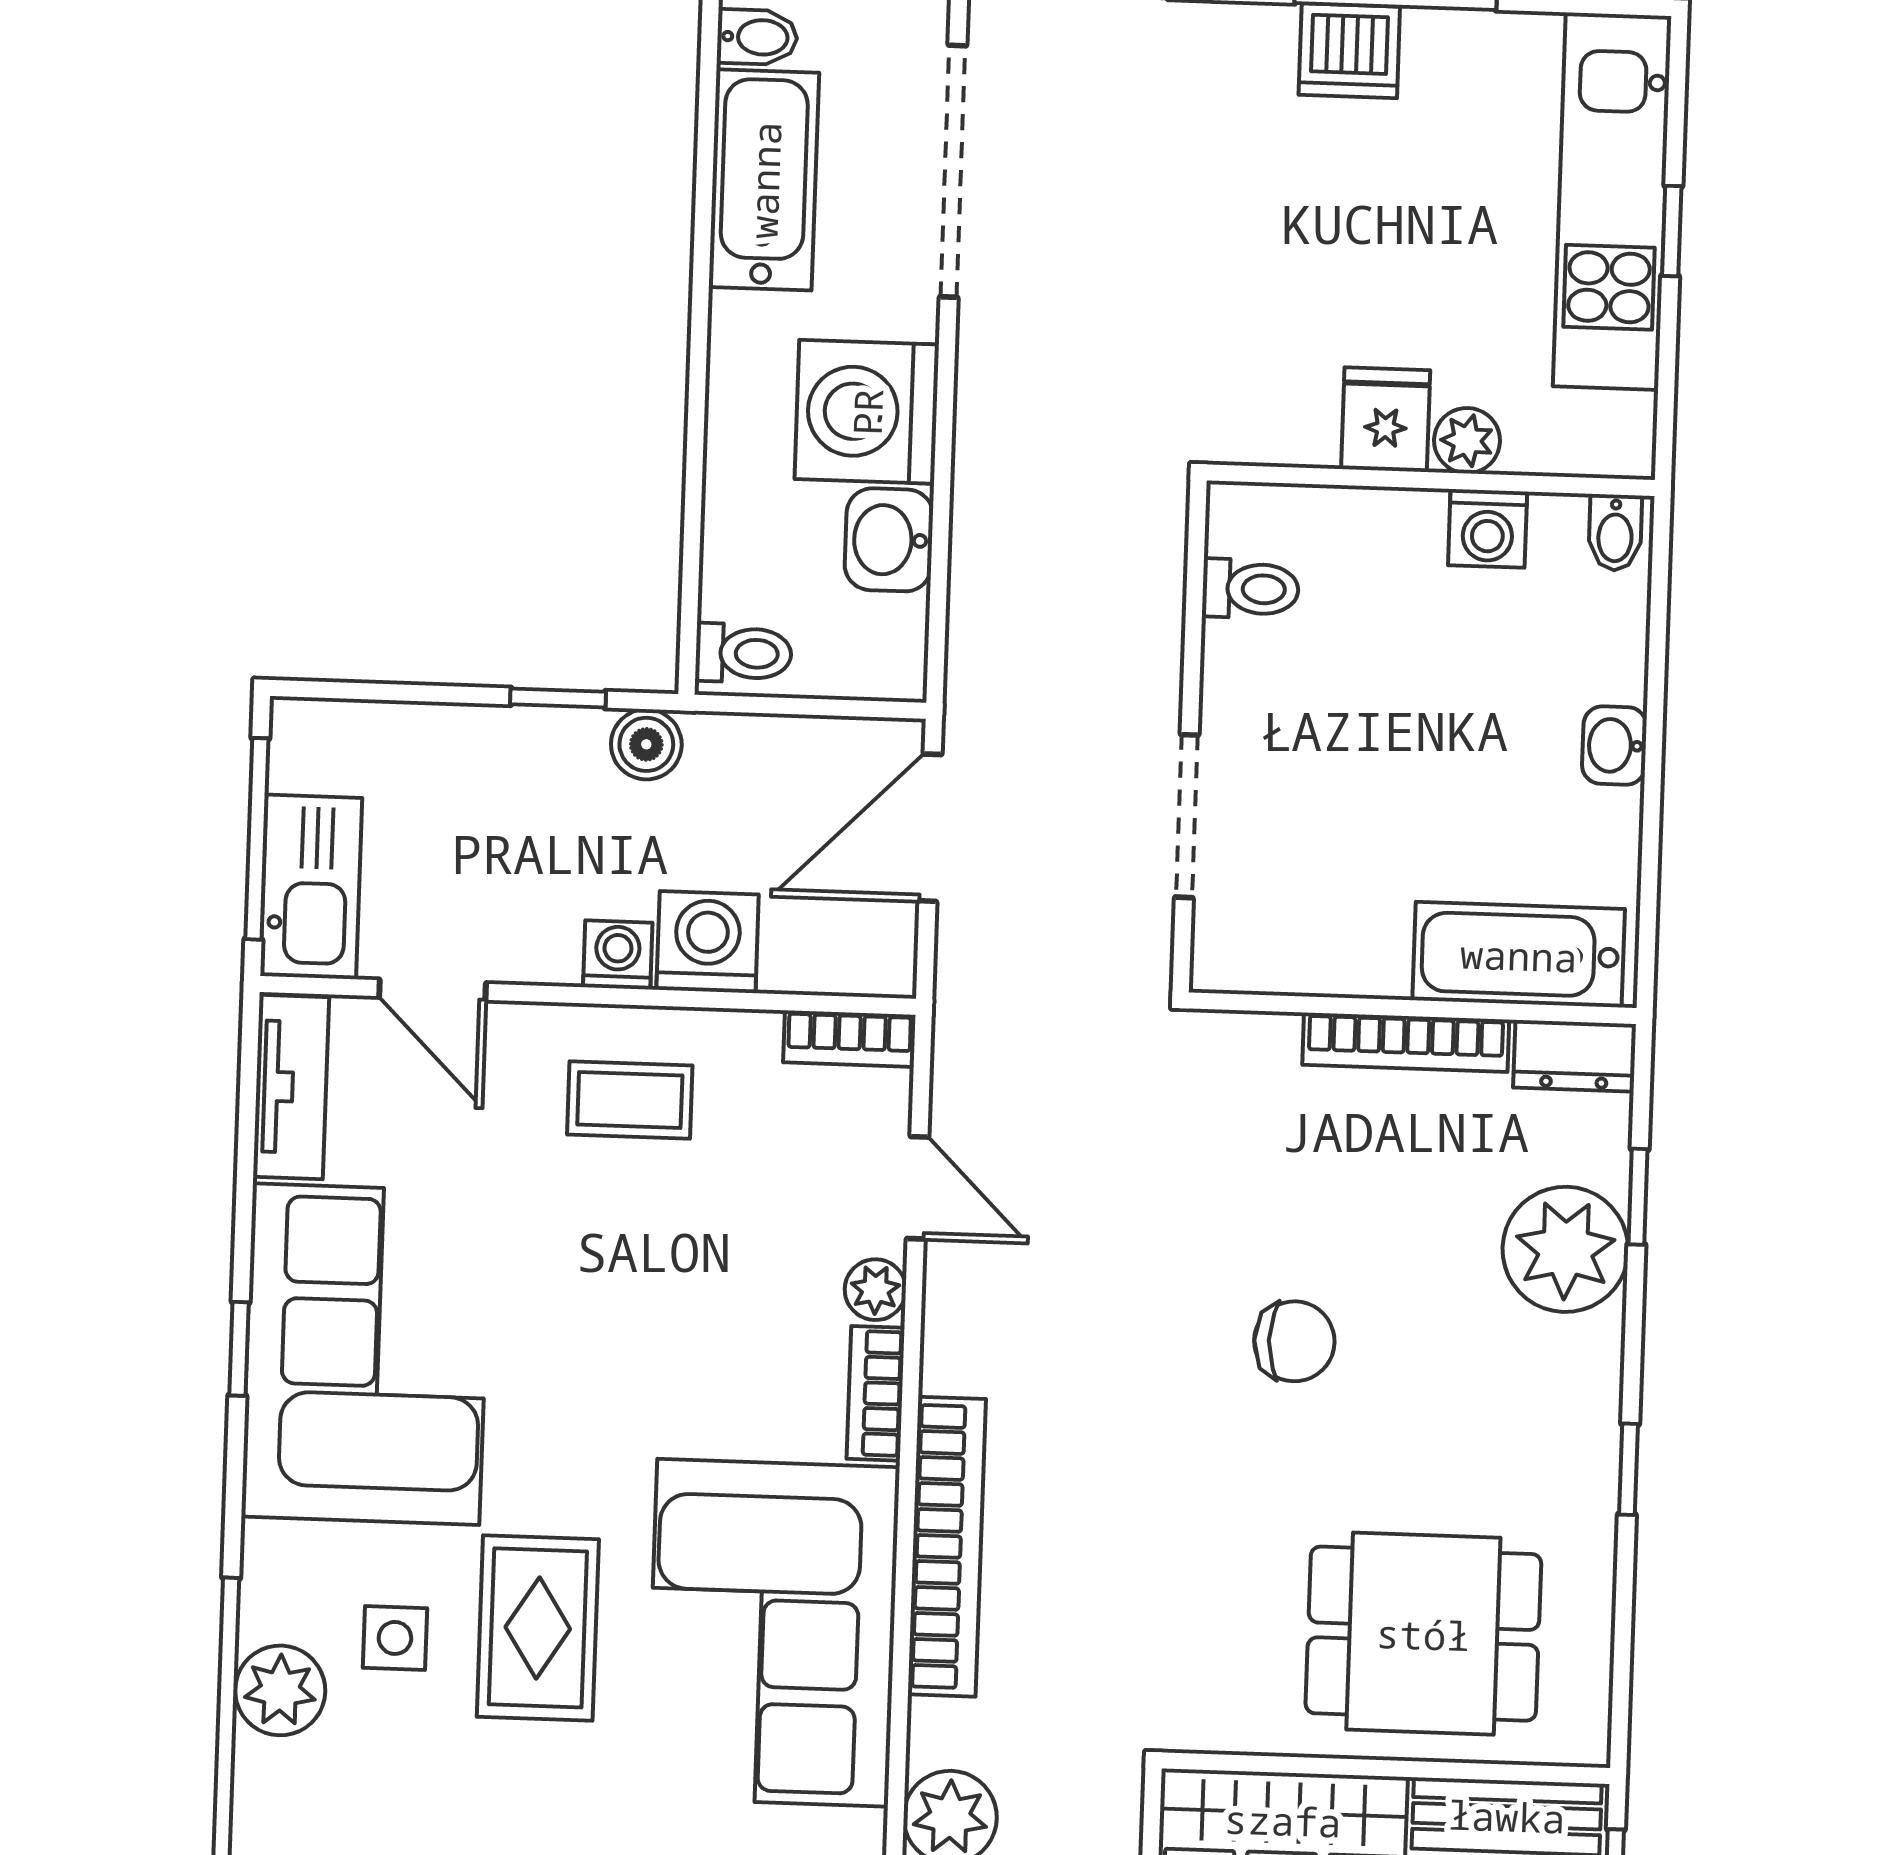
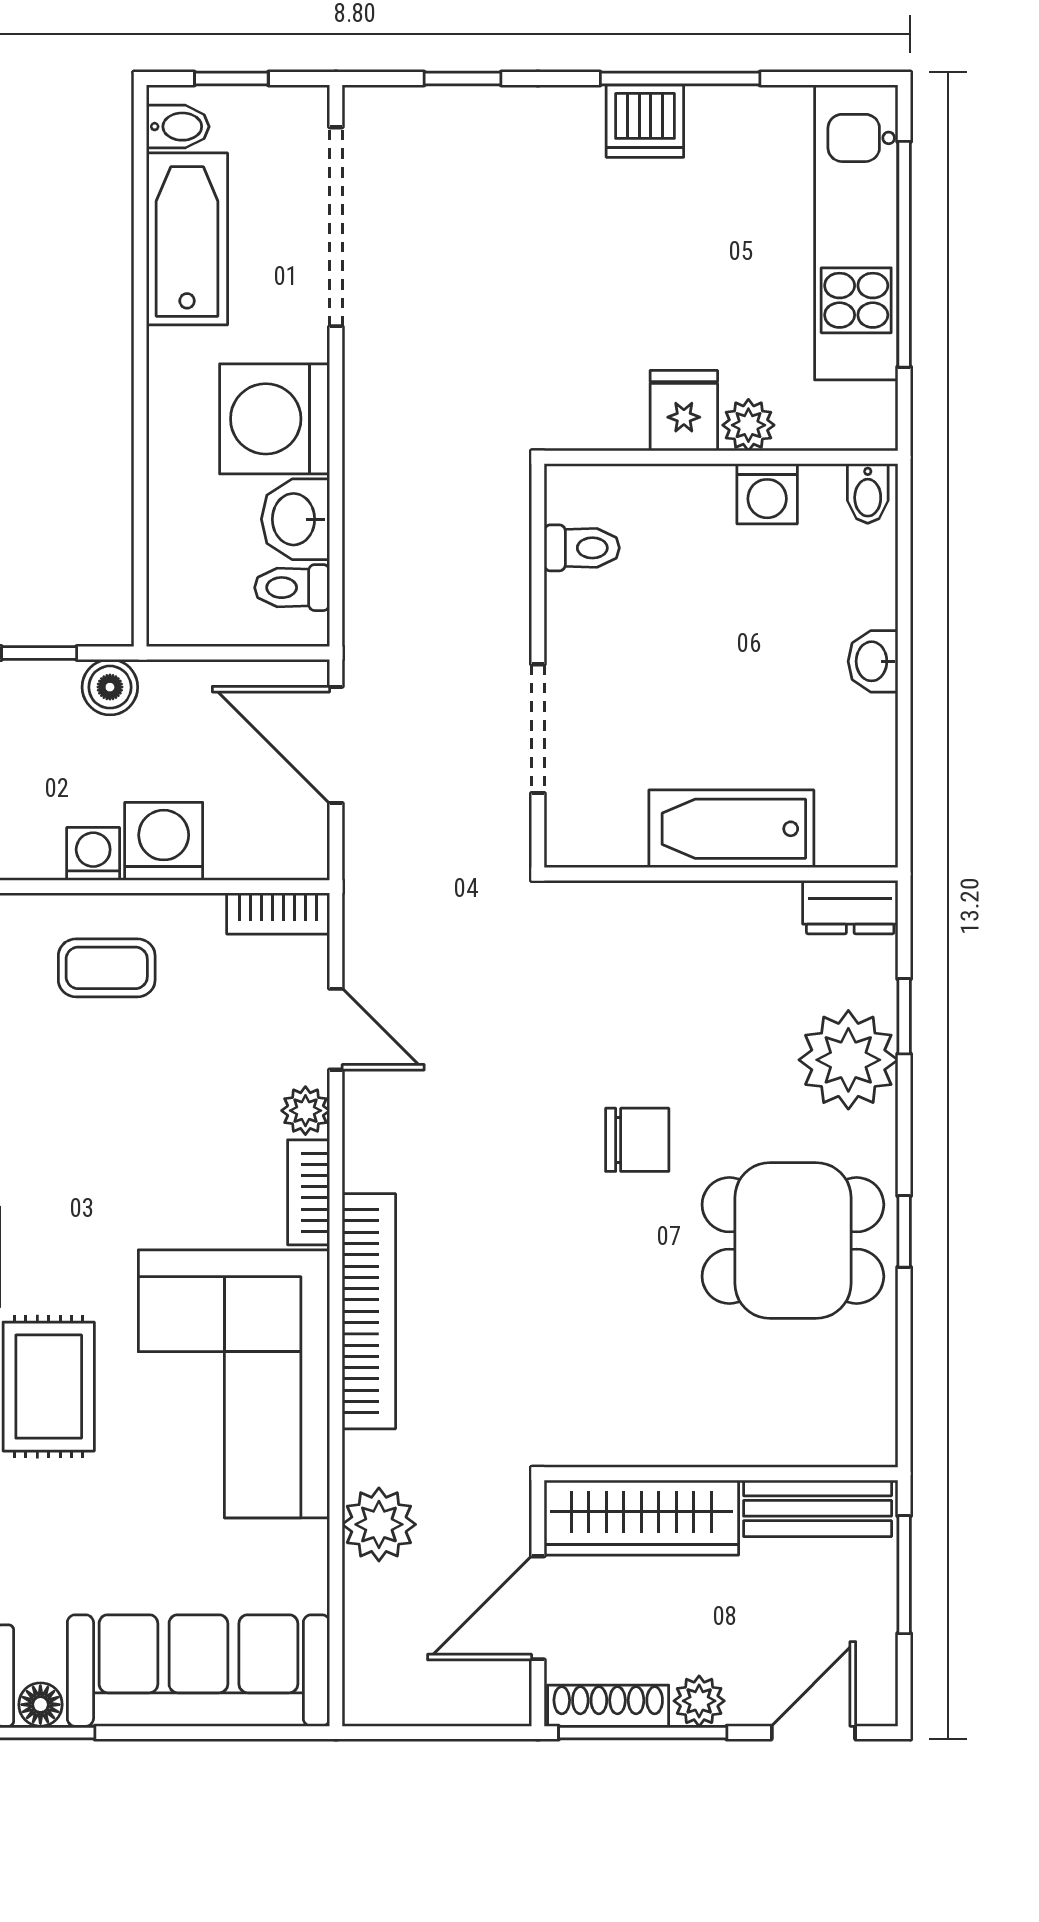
window: (1672, 231) -> (904, 254), width x3.17
toilet: (743, 653) -> (292, 588), moved, turned 180
door: (930, 828) -> (336, 745), hinge flipped
bathtub: (1519, 955) -> (731, 829), moved
bookcase: (1406, 1042) -> (717, 901), removed
dining table: (1423, 1634) -> (793, 1241), moved

